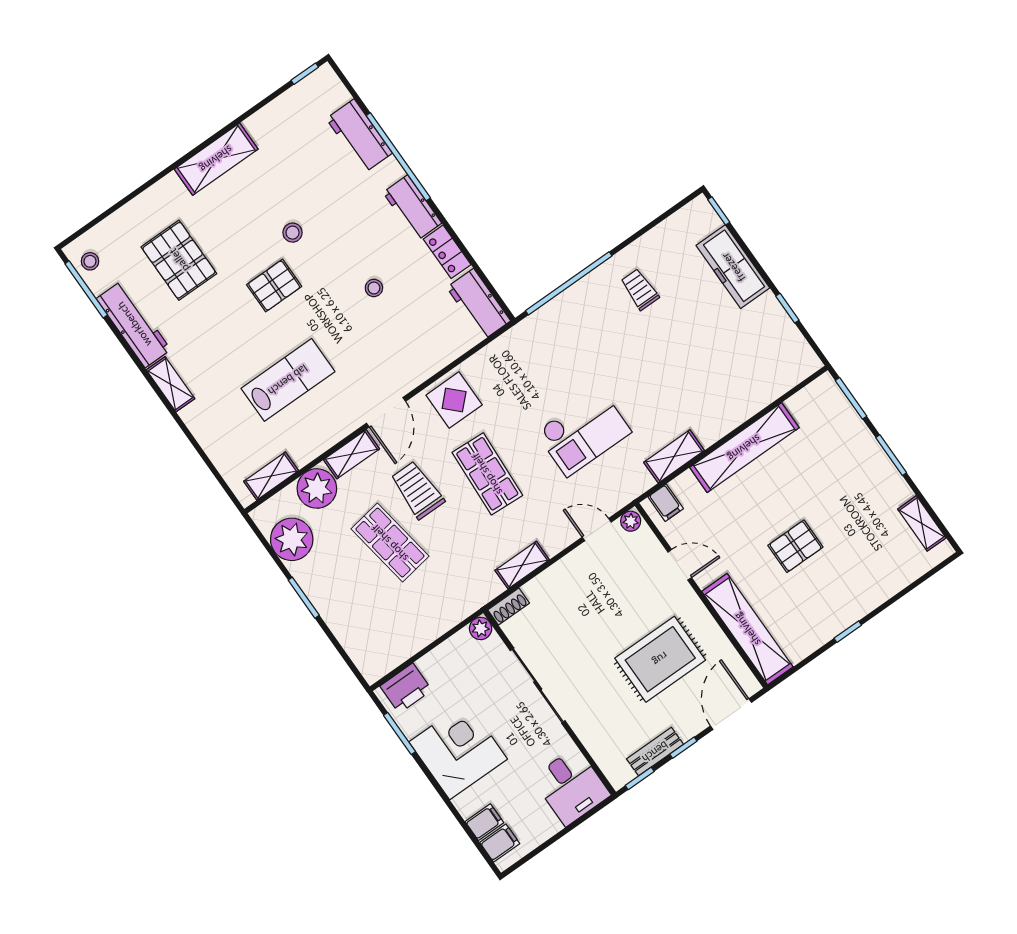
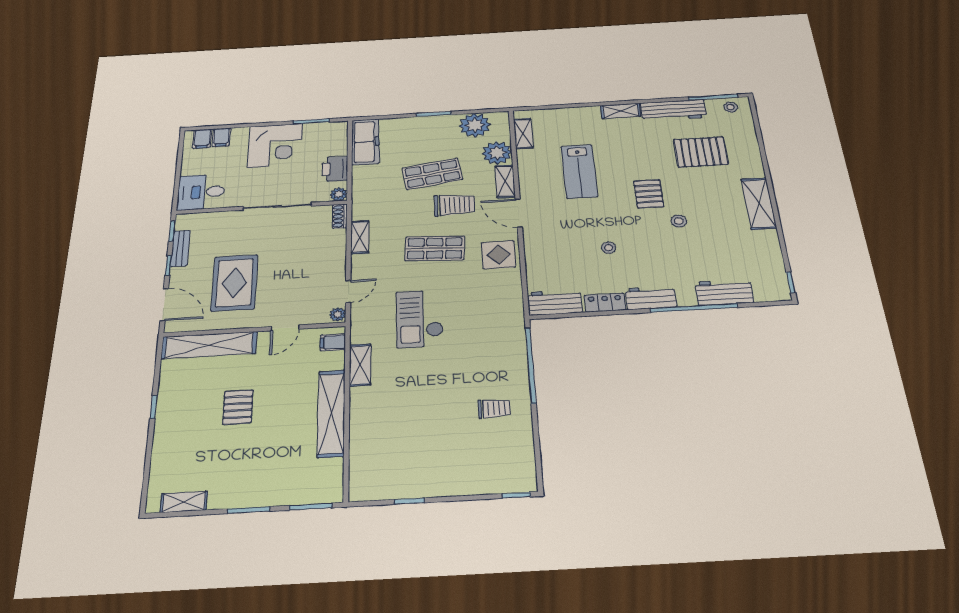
freezer: (733, 267) -> (365, 142), moved, turned 90
printer: (406, 688) -> (335, 169), moved

